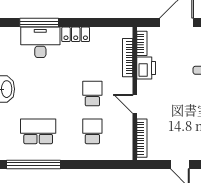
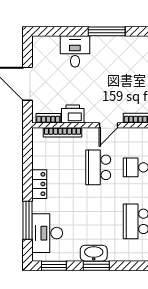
desk: (40, 42) -> (47, 233), moved
school desk: (92, 94) -> (98, 167), width x1.85

